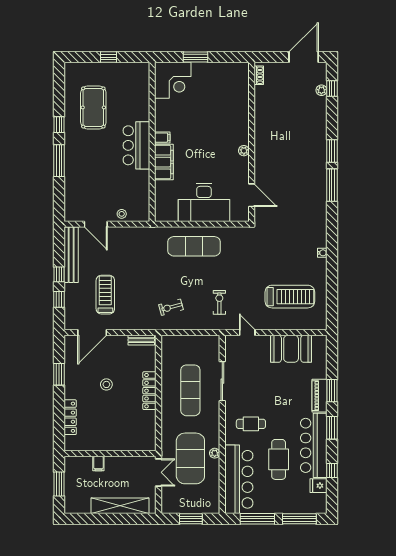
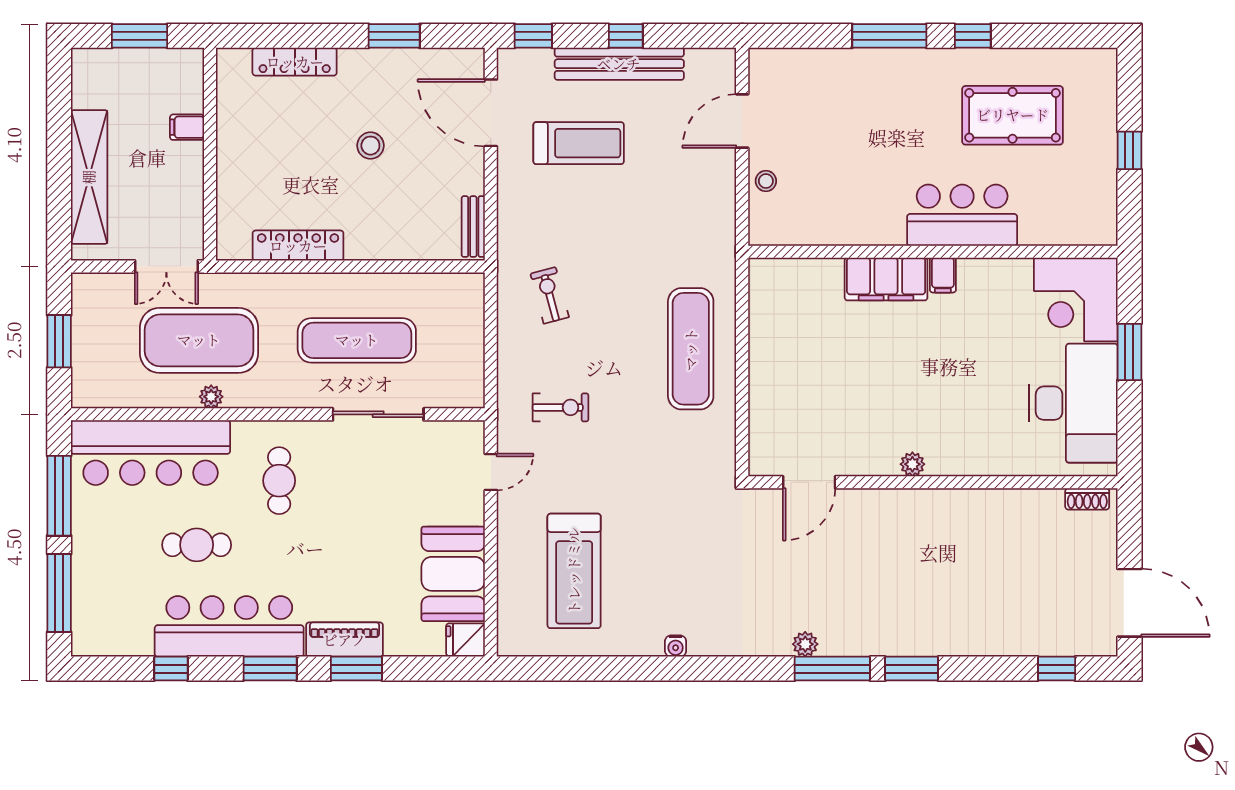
plant: (321, 90) -> (805, 644), moved
bar counter: (136, 145) -> (962, 215), moved
desk: (204, 202) -> (1073, 403), moved, turned 180
bench: (71, 255) -> (619, 64), moved
window: (59, 299) -> (533, 36), moved
locker: (149, 391) -> (298, 246), moved
cafe table: (279, 459) -> (197, 545), width x0.73, depth x0.74
fridge: (318, 486) -> (465, 640), moved, turned -90

